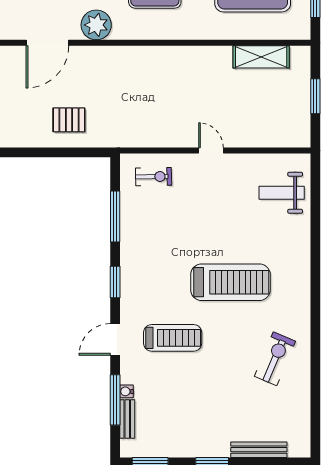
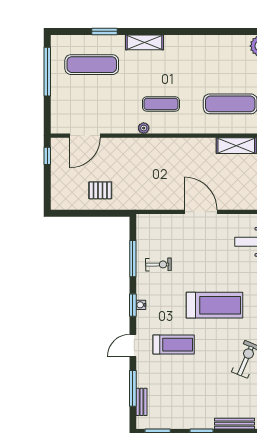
plant: (96, 25) -> (144, 128), moved, width x0.53, depth x0.53
door: (211, 150) -> (201, 212), width x1.88
exercise bike: (154, 177) -> (158, 265), moved
water cooler: (126, 391) -> (141, 305), moved

